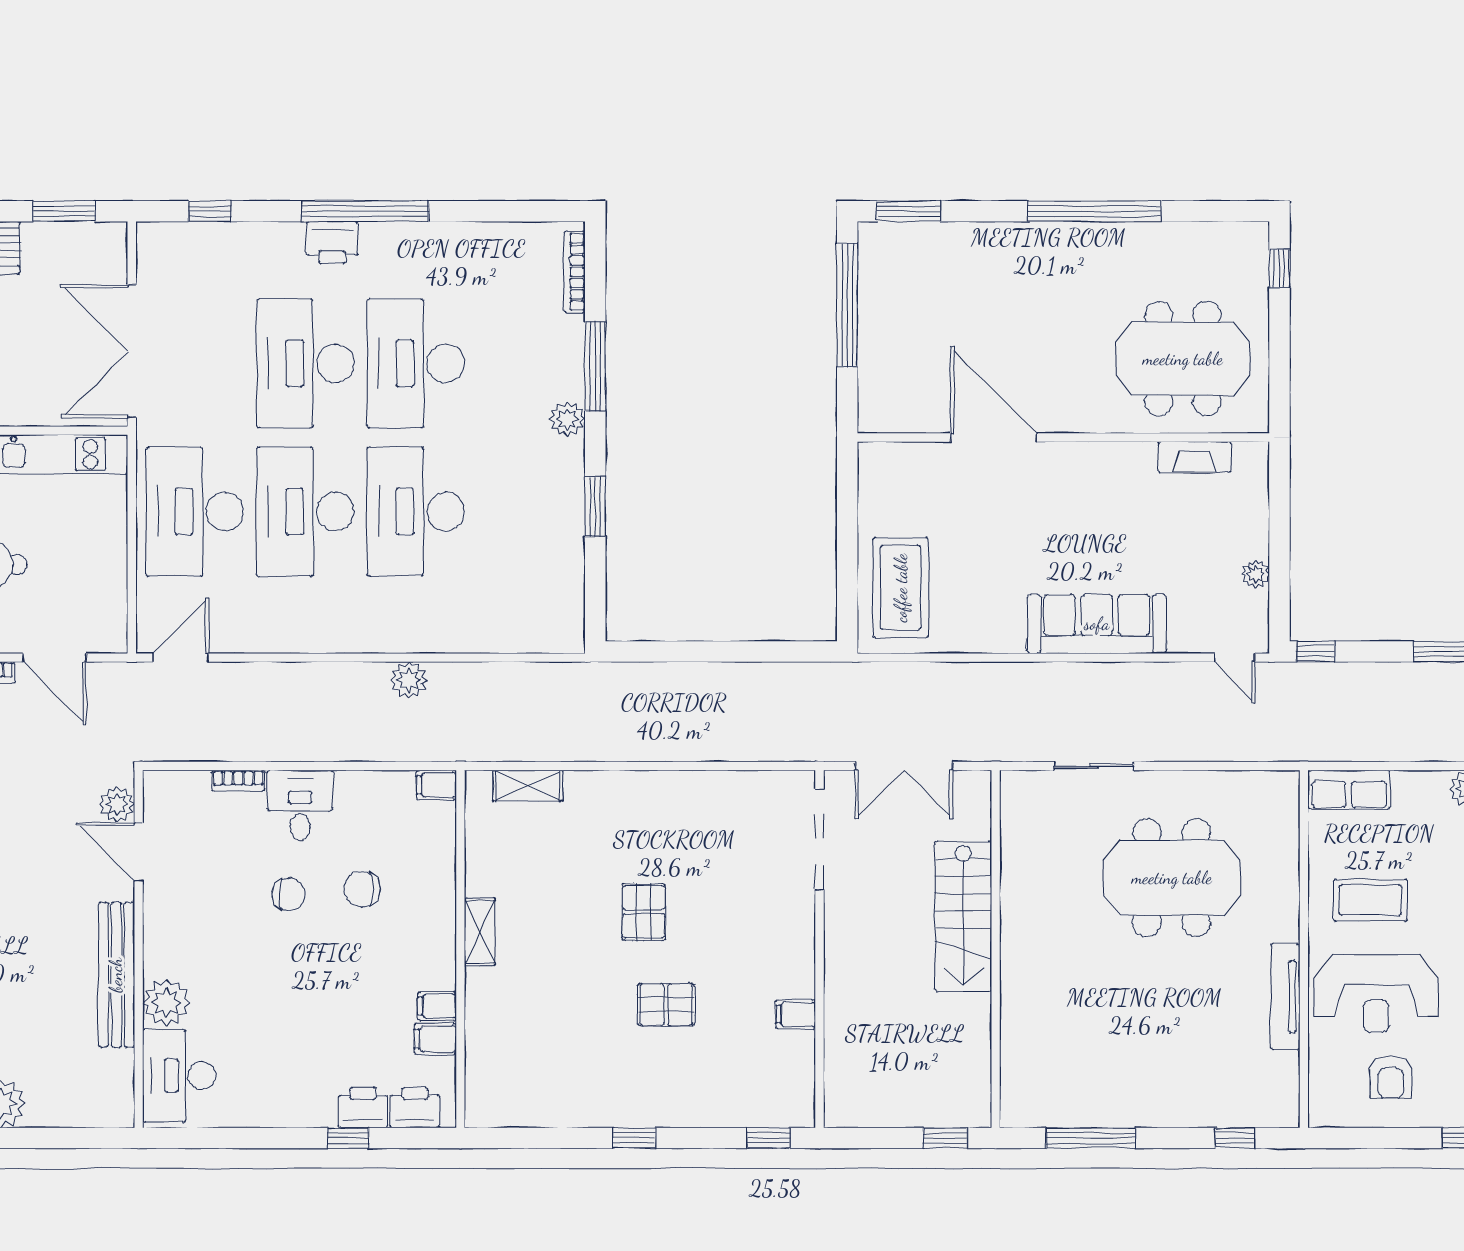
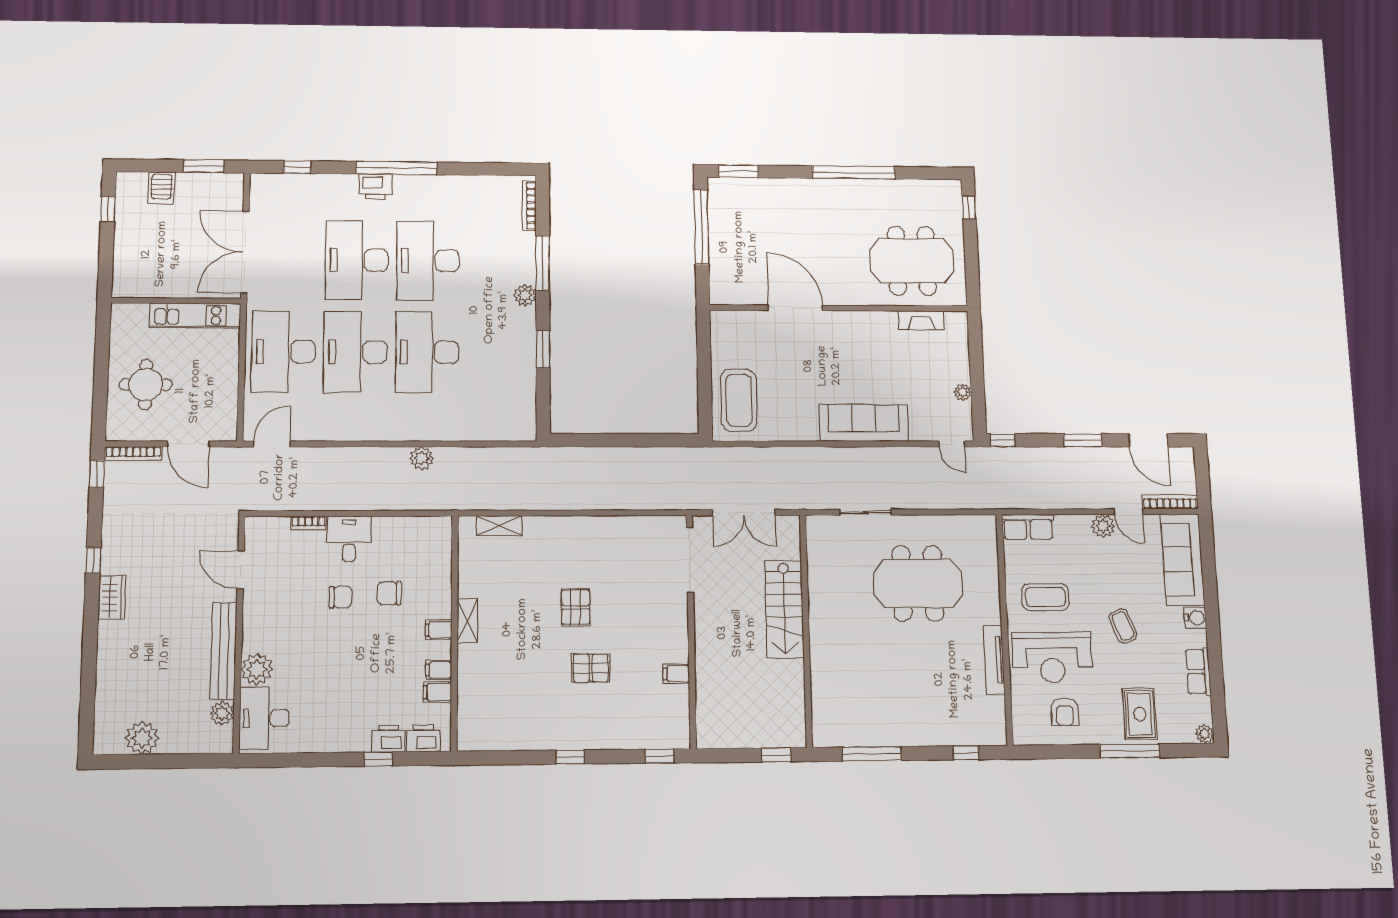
filing cabinet: (436, 785) -> (439, 630), moved
plant: (117, 804) -> (222, 713), moved

